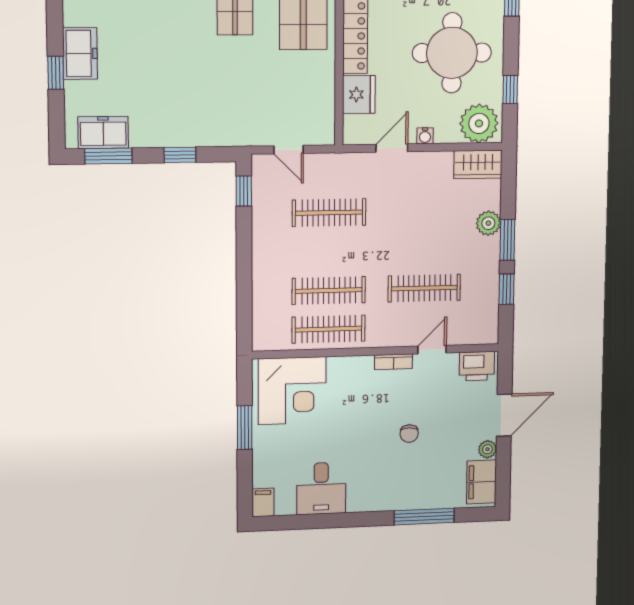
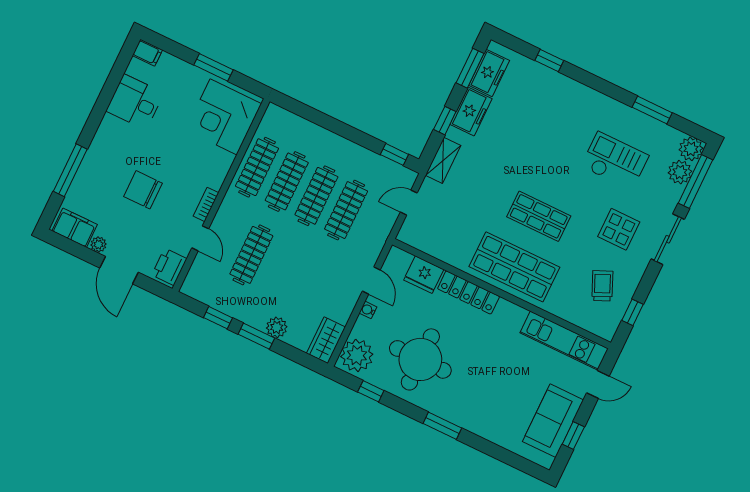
freezer: (80, 54) -> (471, 112), moved, turned -90
shelving: (224, 135) -> (443, 160), added
clothes rail: (329, 252) -> (316, 196), added
chair: (409, 434) -> (143, 190), width x1.87, depth x1.87

